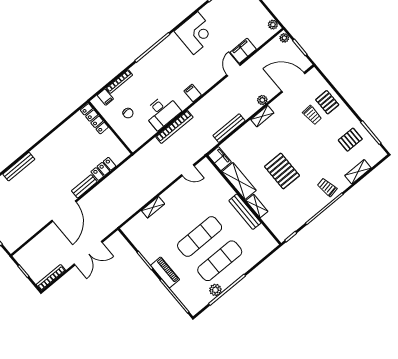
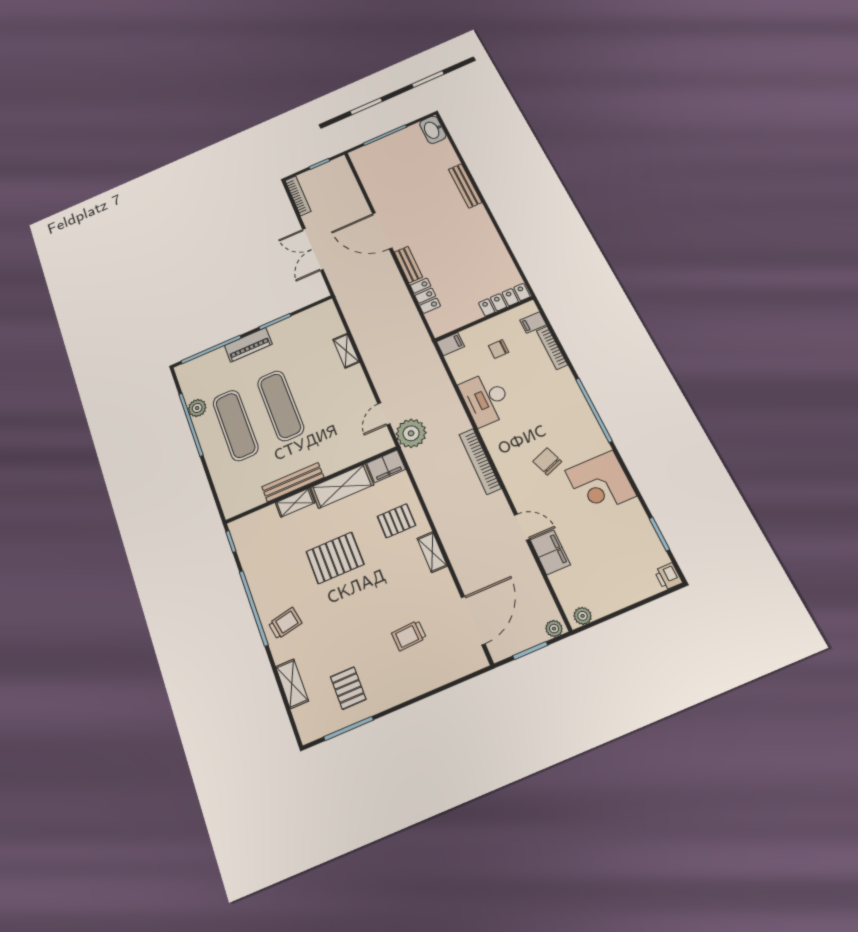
chair: (191, 66) -> (547, 461), added
filing cabinet: (193, 93) -> (450, 344), moved
plant: (262, 100) -> (411, 433), moved, width x1.87, depth x1.87
pallet: (327, 102) -> (396, 521), moved
bookcase: (174, 127) -> (480, 461), moved
bench: (229, 128) -> (429, 494), removed

